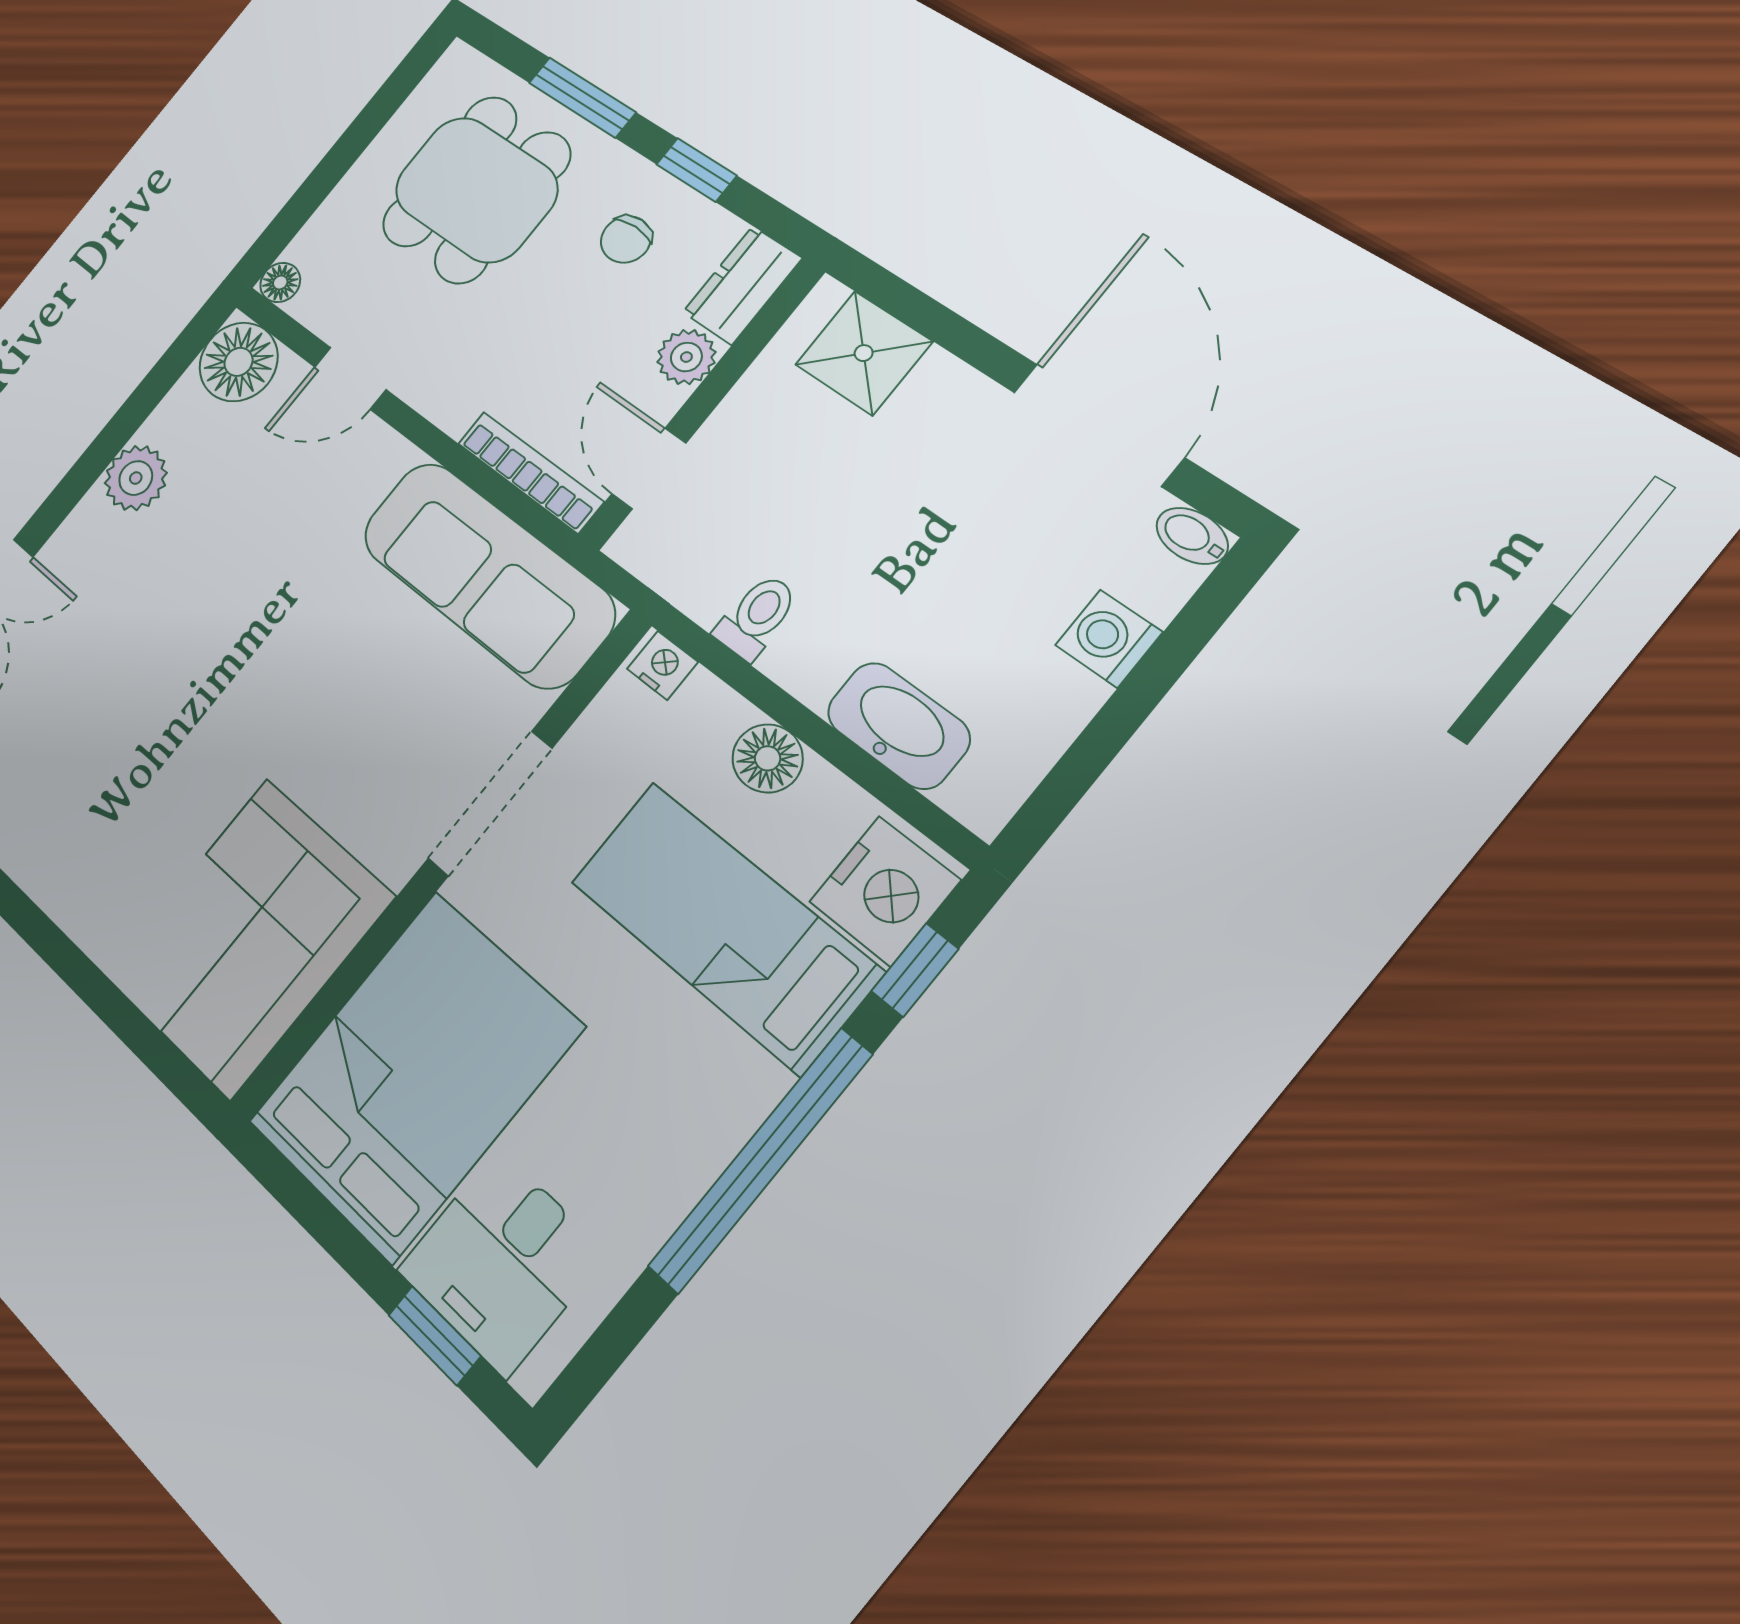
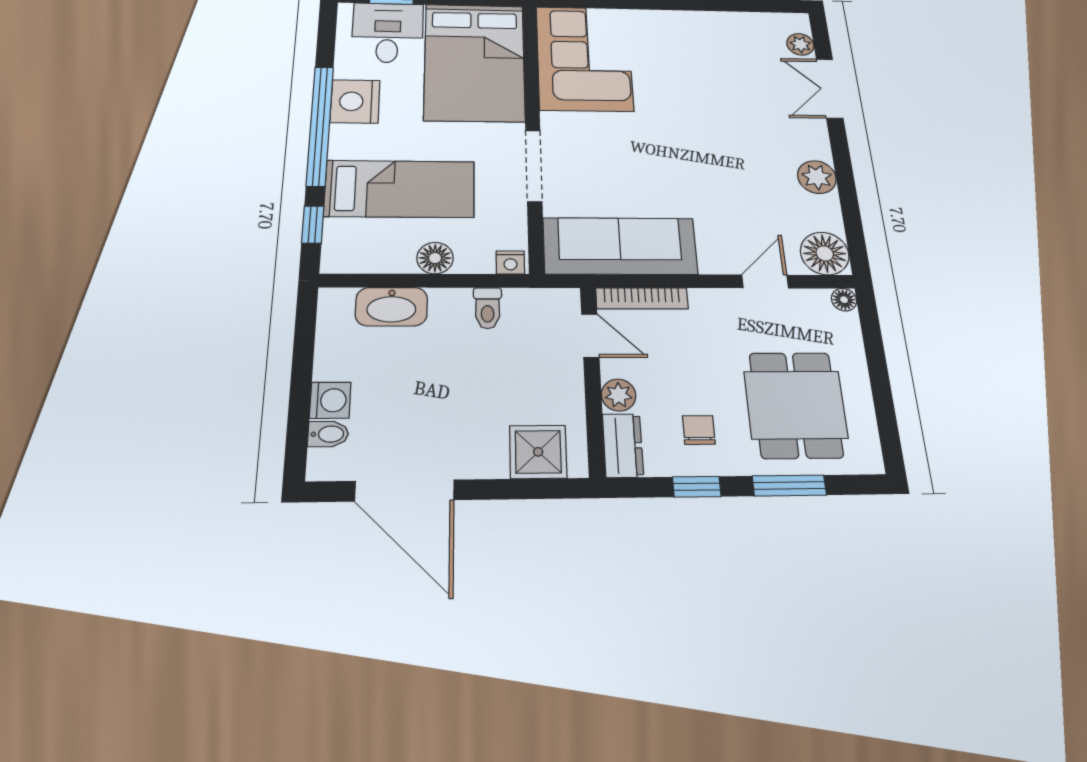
bidet: (1192, 536) -> (328, 434), moved
nightstand: (885, 891) -> (355, 101), moved

